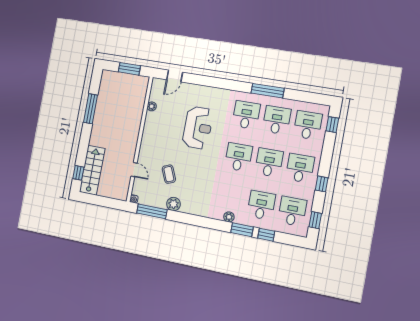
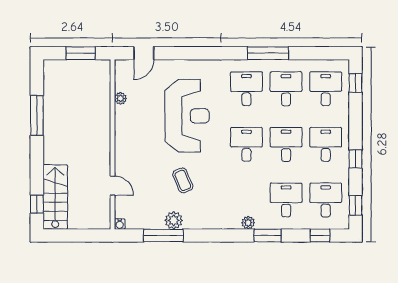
reception desk: (198, 128) -> (187, 116), width x1.36, depth x1.30
coffee table: (169, 174) -> (183, 180), moved
window: (152, 211) -> (163, 236), moved
window: (266, 235) -> (320, 236), moved

